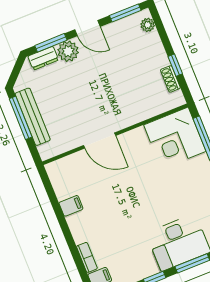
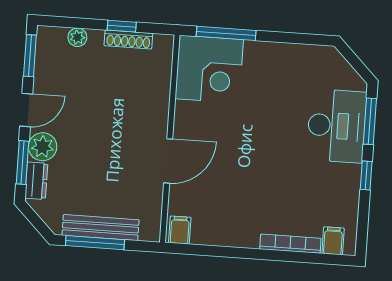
plant: (148, 25) -> (77, 37), moved
shoe rack: (170, 79) -> (128, 40), width x1.43
filing cabinet: (71, 206) -> (180, 230), moved
bookcase: (87, 257) -> (290, 244), width x1.56

